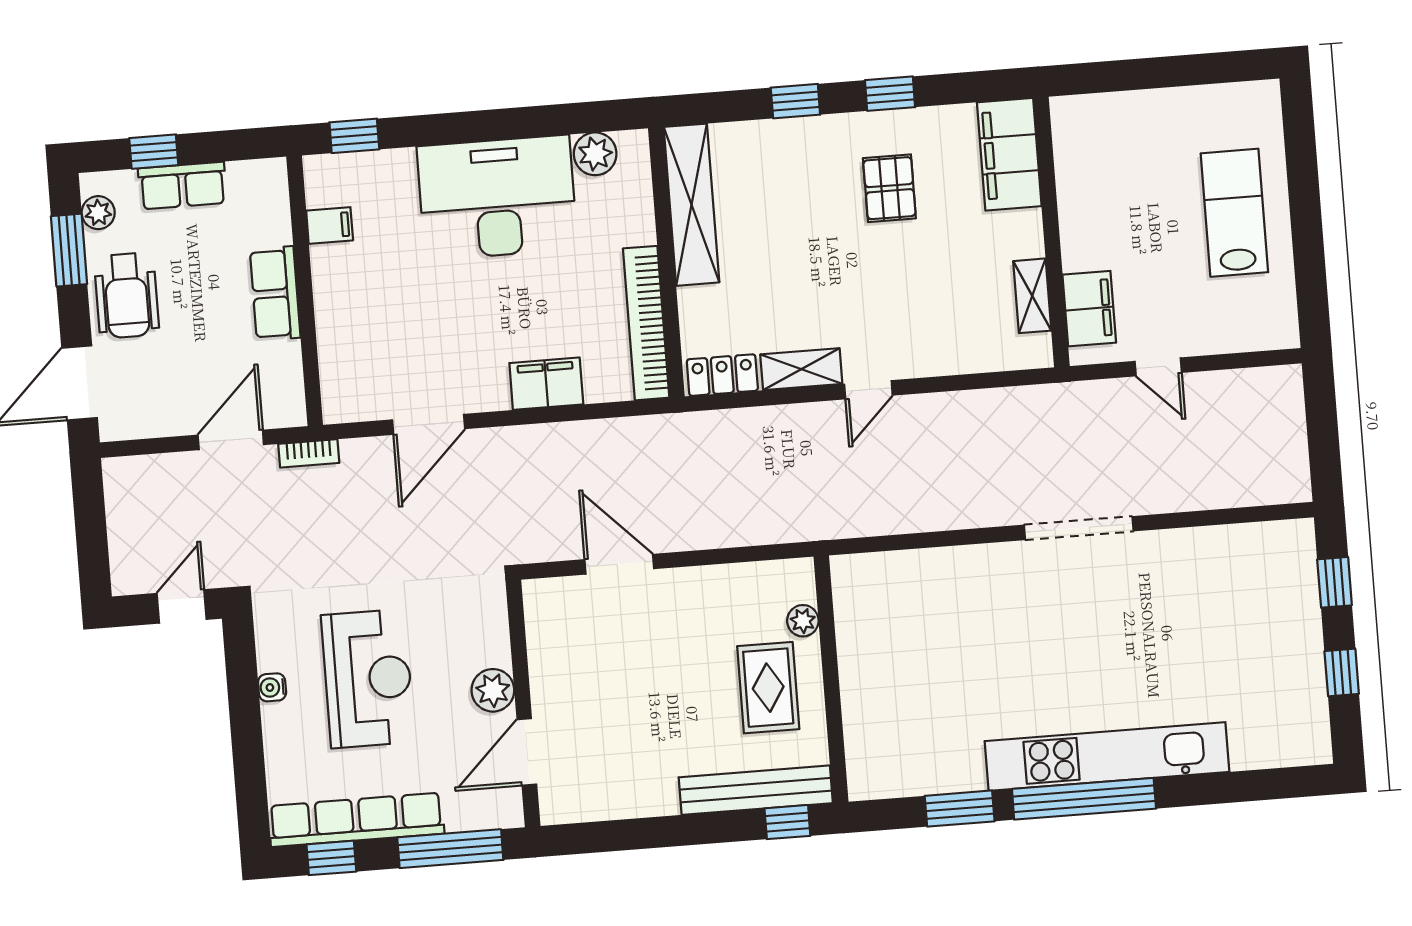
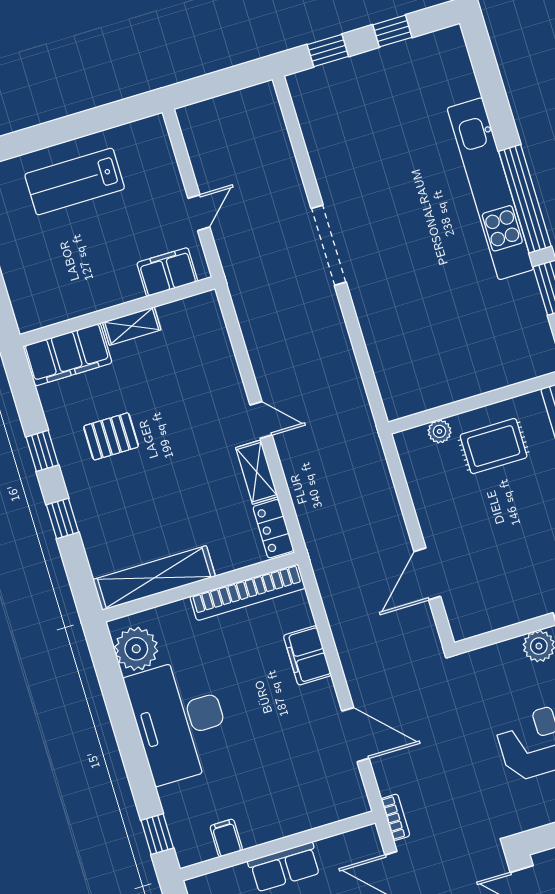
plant: (595, 154) -> (136, 649), width x1.36, depth x1.36
shelving: (1032, 296) -> (132, 326), moved

